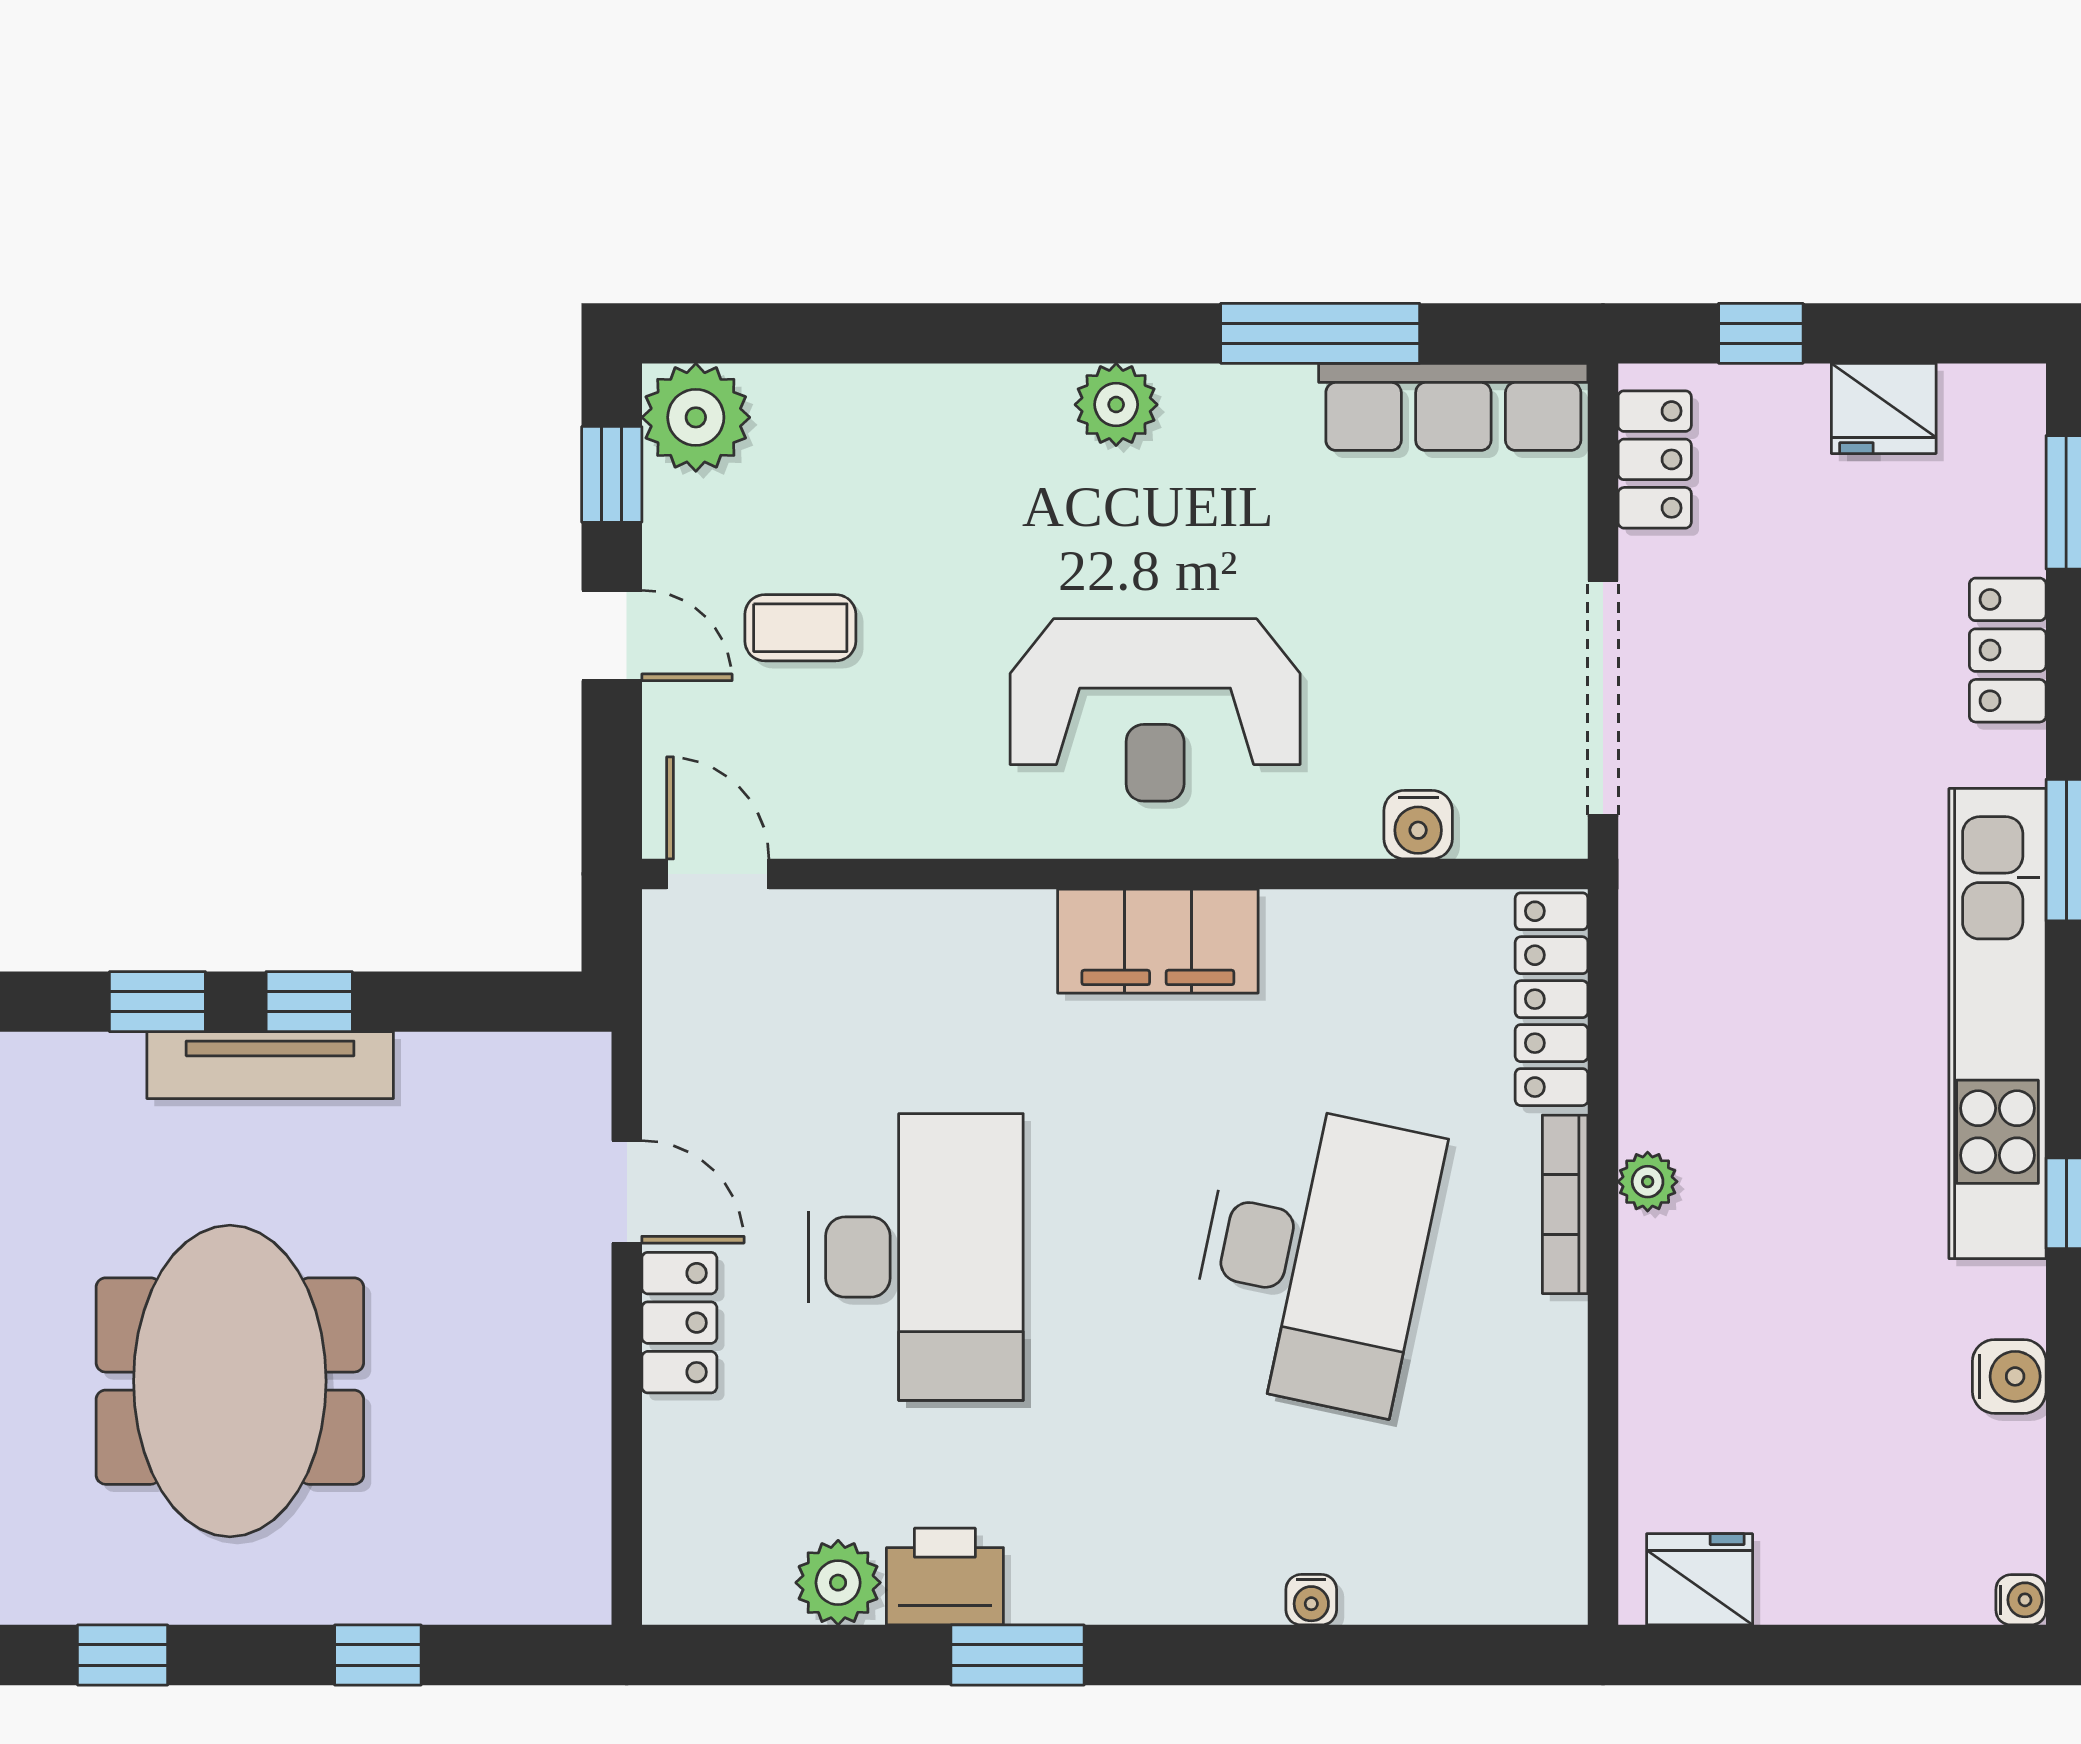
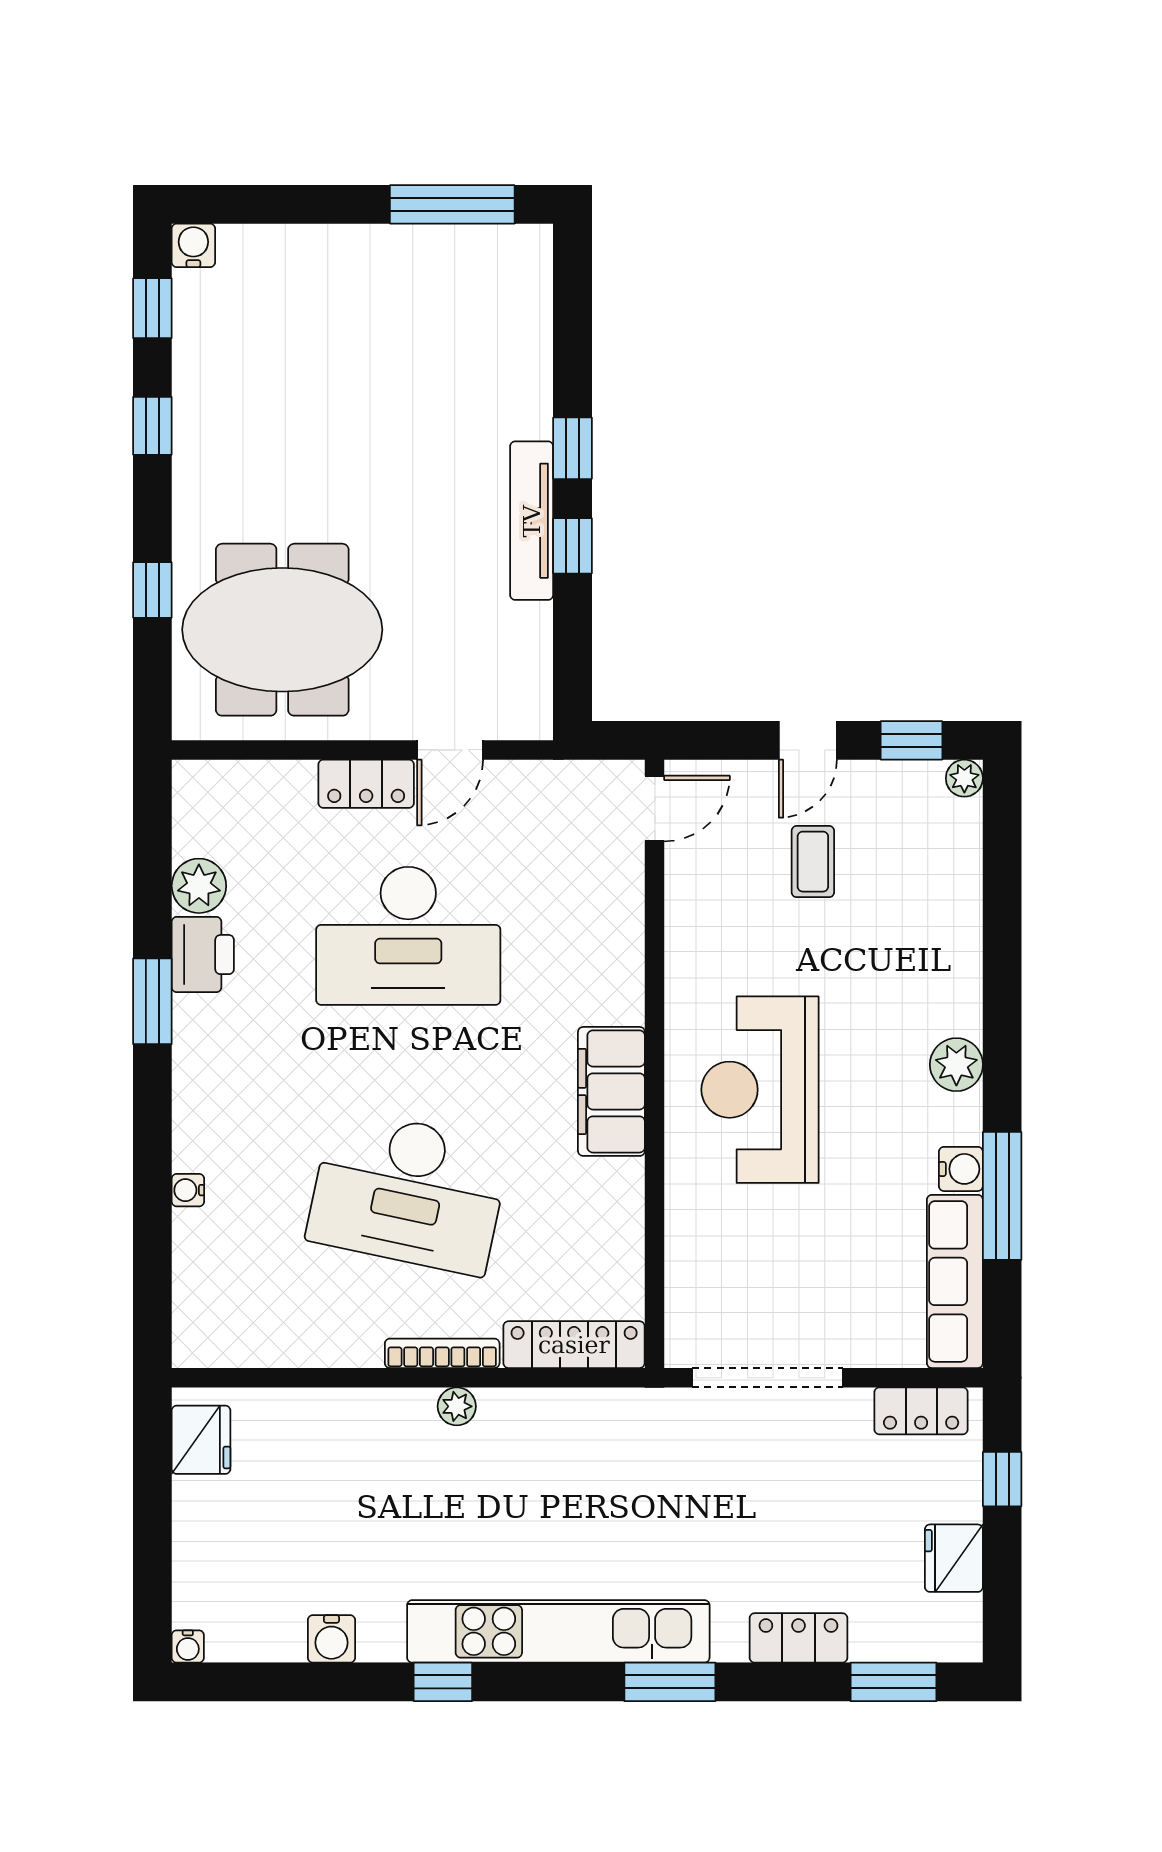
plant: (696, 417) -> (964, 778), width x0.53, depth x0.53
water cooler: (1418, 825) -> (961, 1169), moved, turned 180
meeting table: (230, 1381) -> (282, 630), moved

